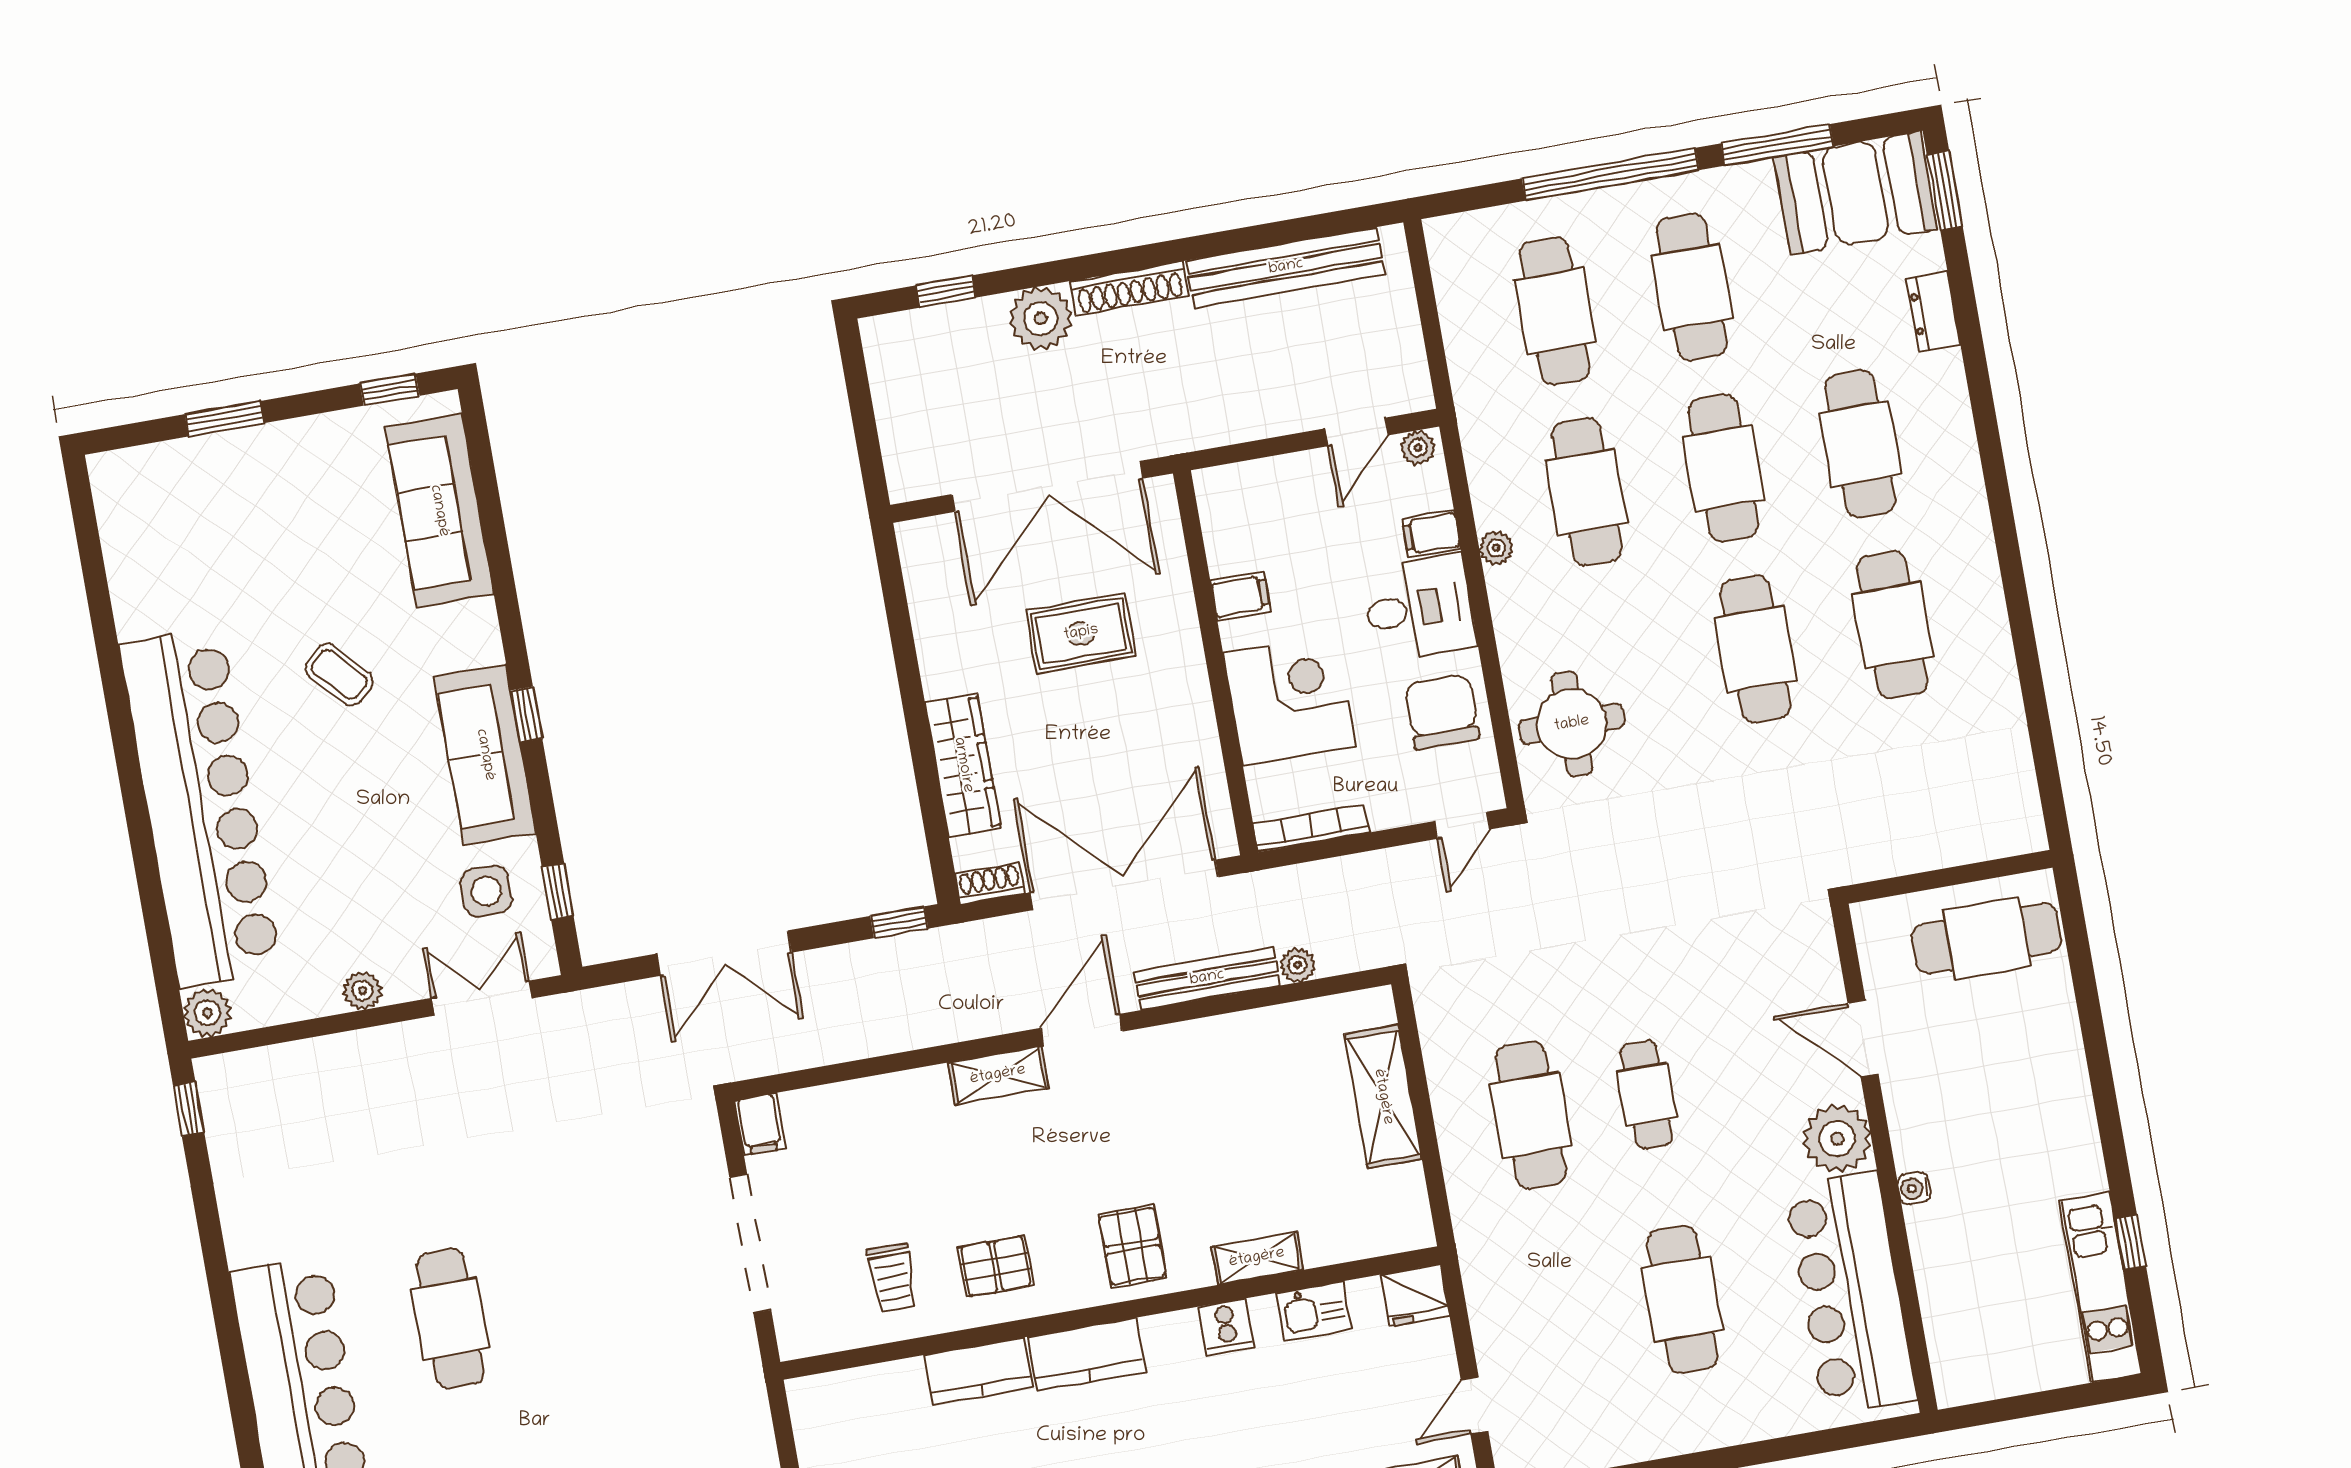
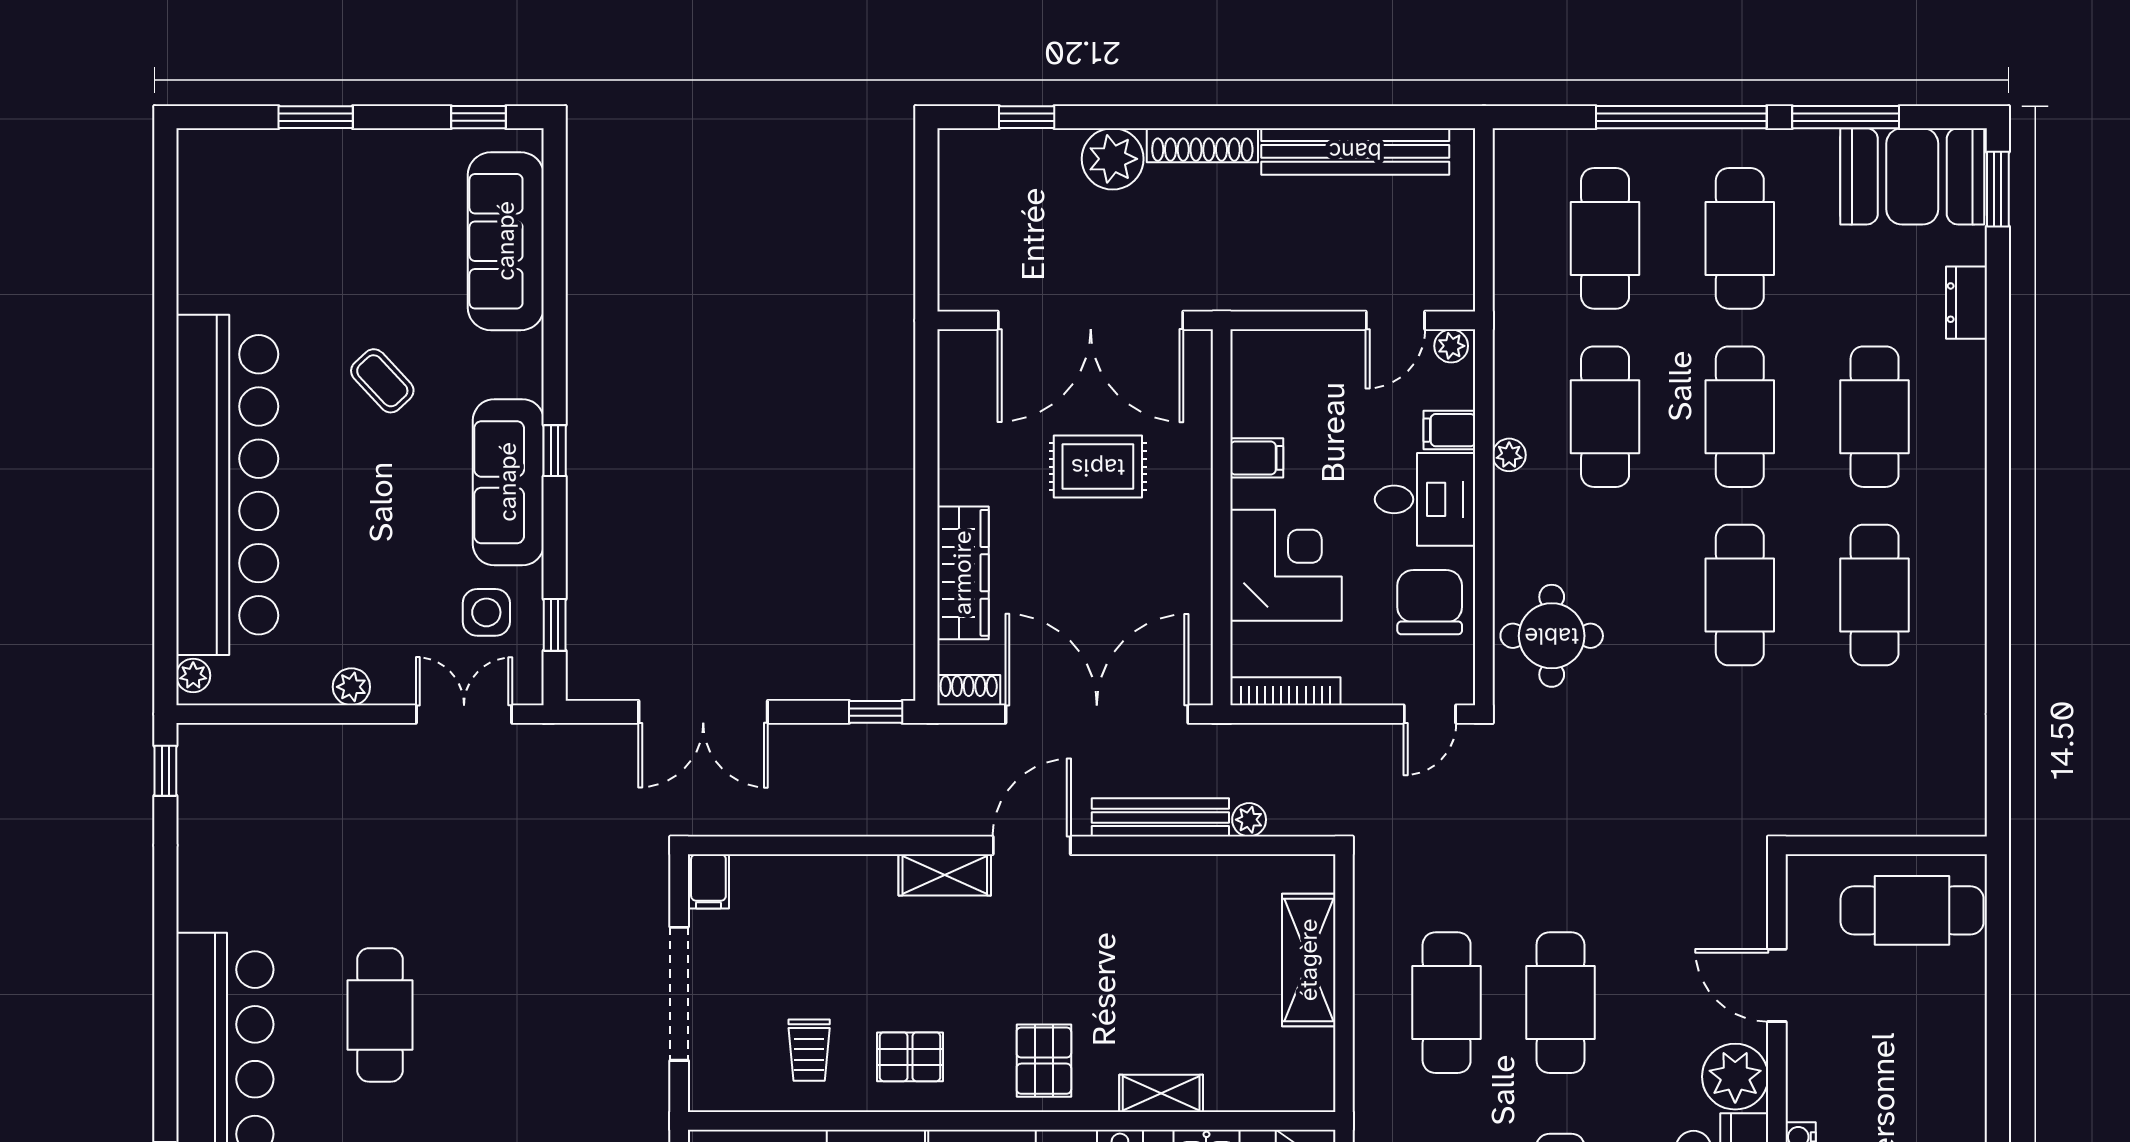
plant: (207, 1013) -> (193, 675), width x0.73, depth x0.73
cafe table: (1646, 1095) -> (1560, 1003), width x1.37, depth x1.35

